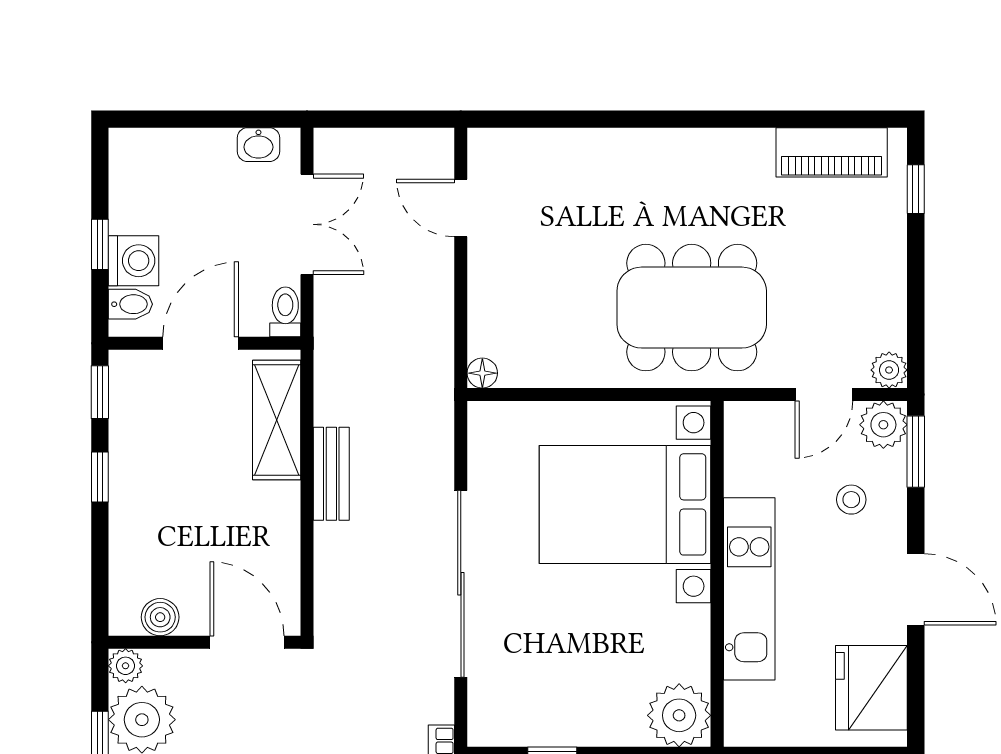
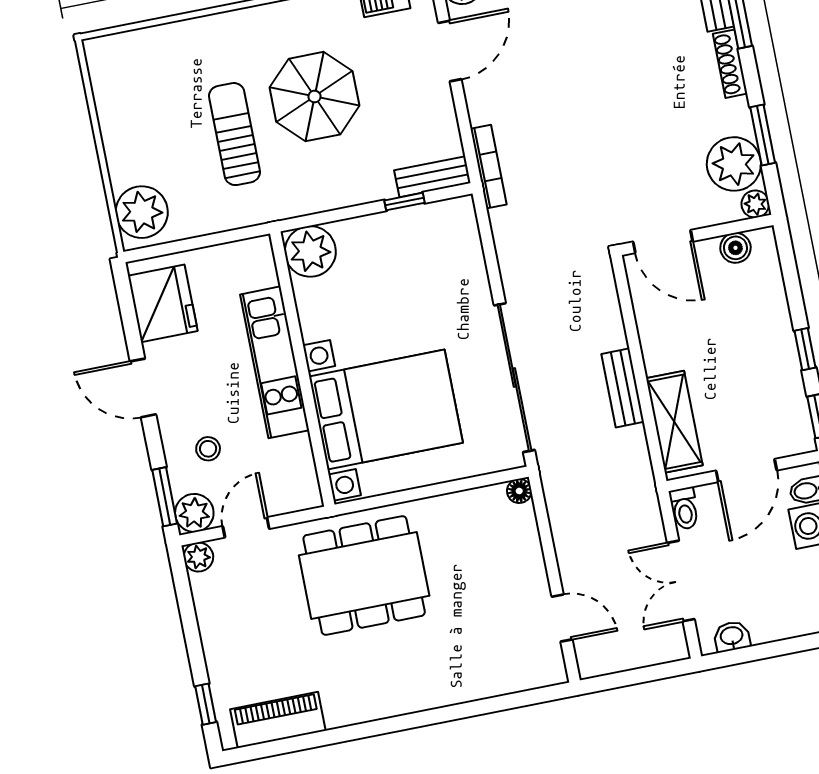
sliding door: (461, 584) -> (514, 378), moved

